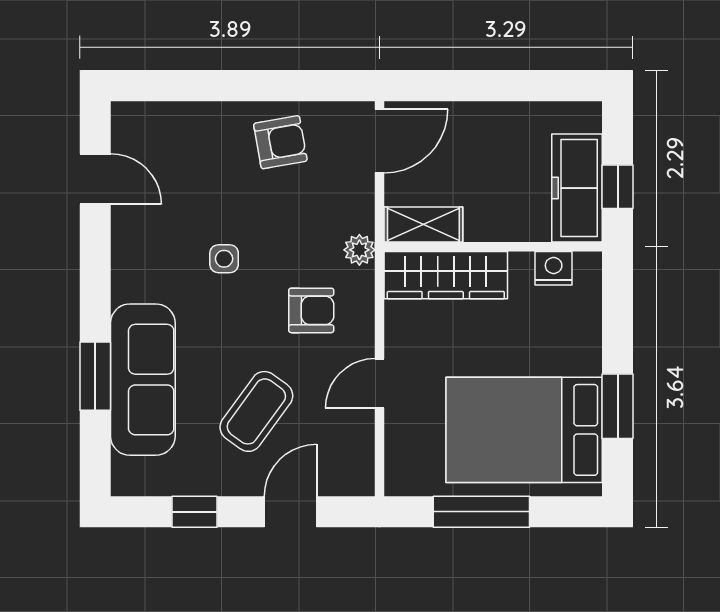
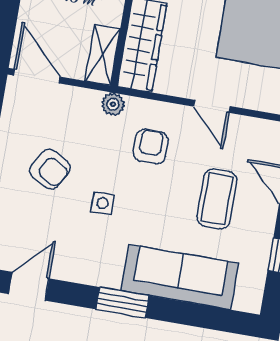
armchair: (280, 142) -> (50, 169), moved, turned 130
window: (95, 376) -> (123, 302), moved
coffee table: (256, 411) -> (217, 199), turned 54

